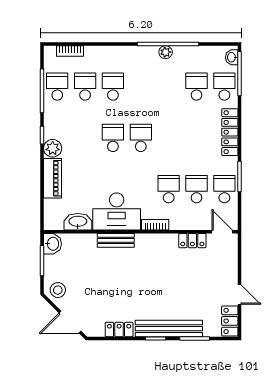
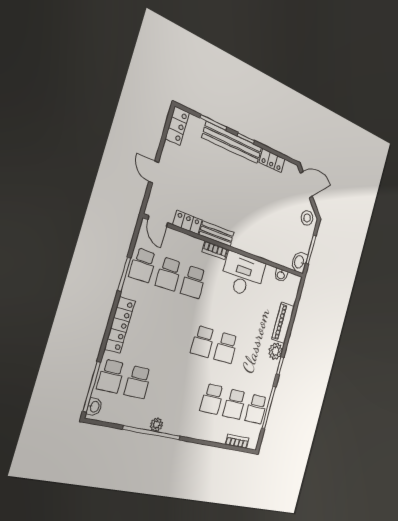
washbasin: (78, 222) -> (281, 275), width x0.52, depth x0.69
bench: (116, 240) -> (217, 234), moved
door: (240, 295) -> (154, 172), moved

